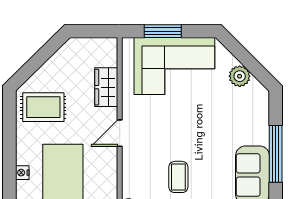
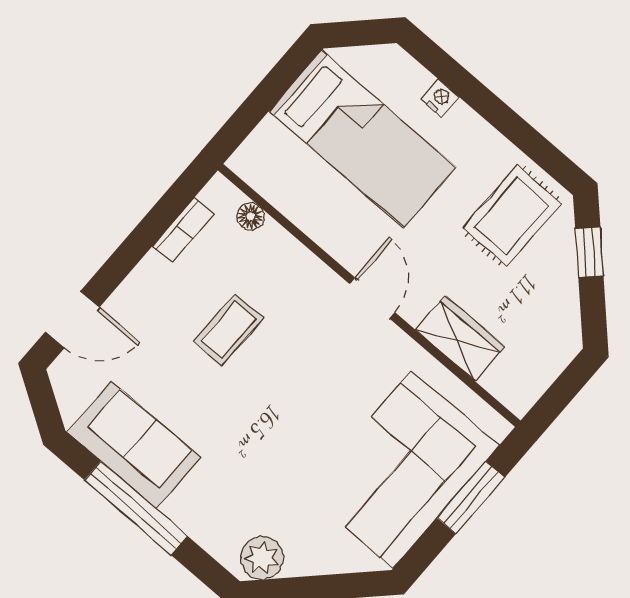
window: (32, 66) -> (589, 252), added
plant: (240, 76) -> (262, 558), moved
coffee table: (178, 177) -> (228, 330), turned 90

